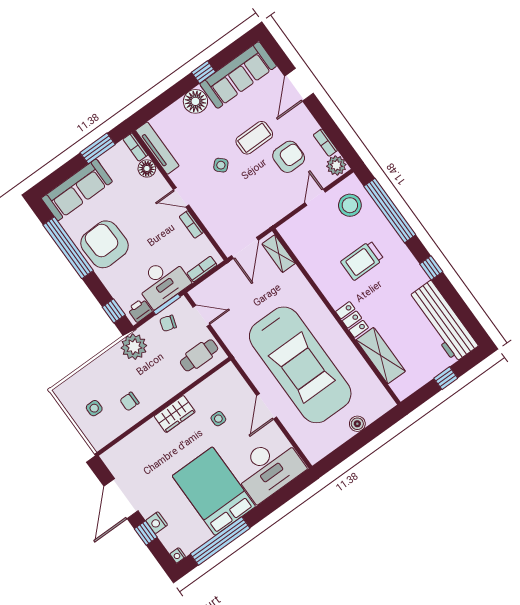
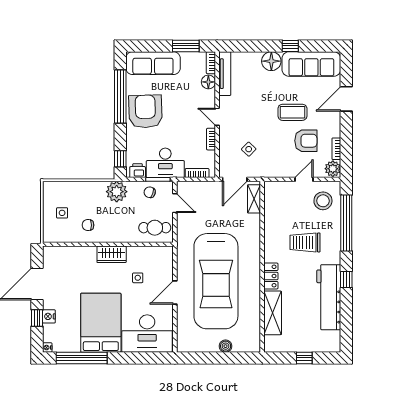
side table: (221, 165) -> (249, 149), moved
workbench: (443, 321) -> (329, 297), moved

